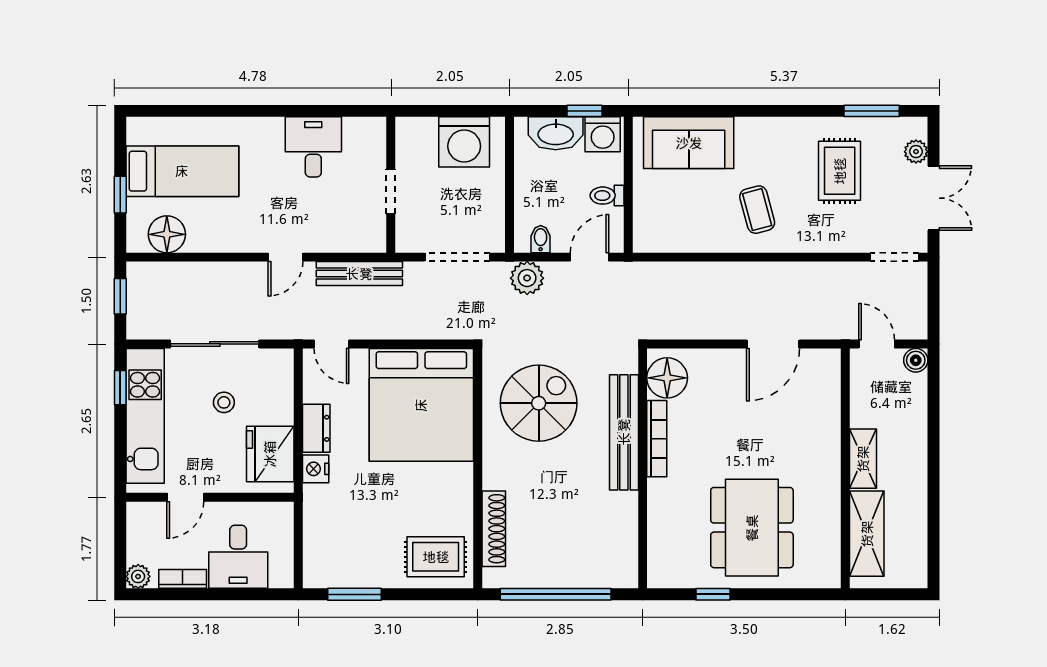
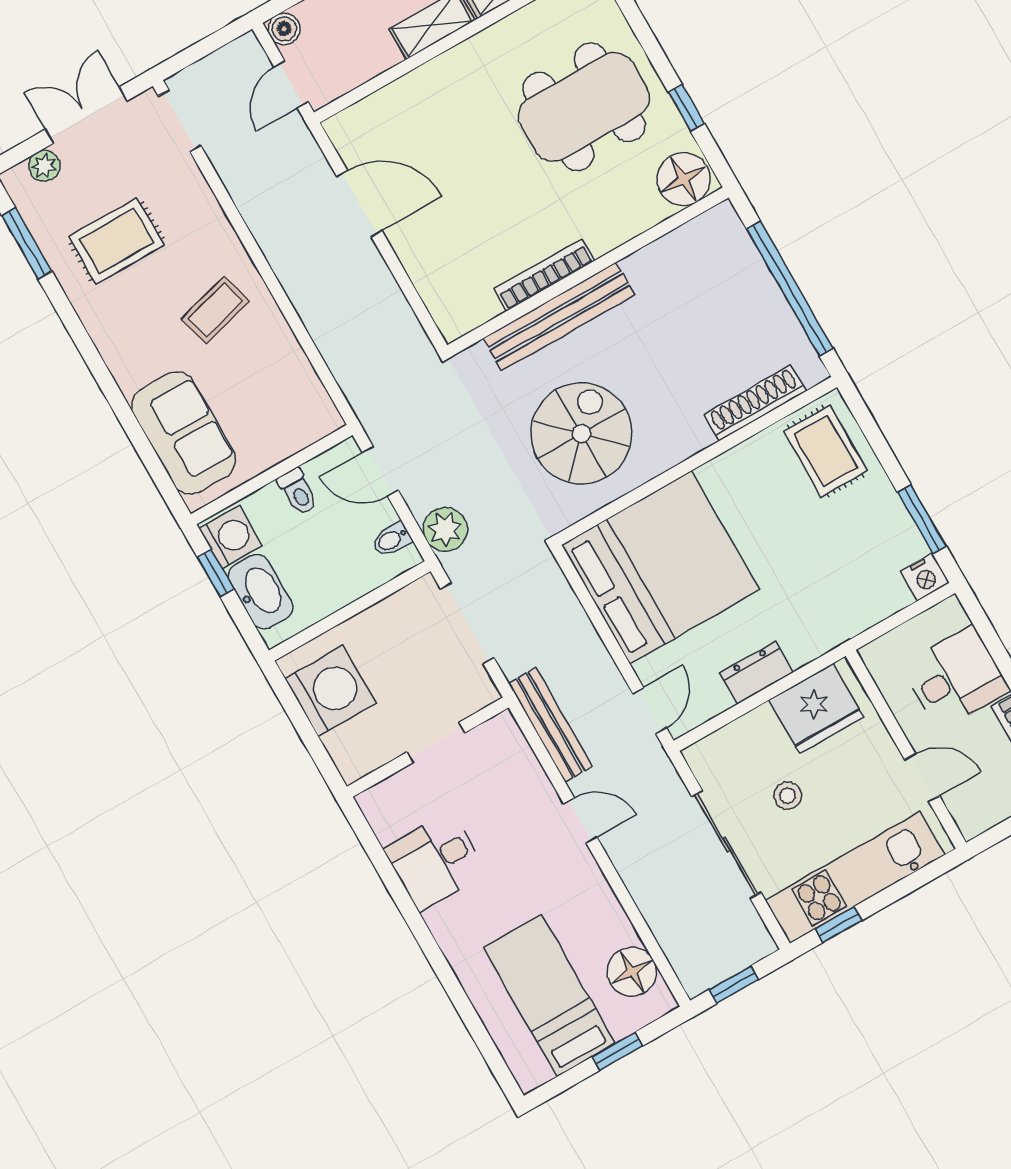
floor lamp: (667, 378) -> (684, 179), moved
spiral stairs: (539, 403) -> (581, 434), turned 90
nightstand: (316, 469) -> (925, 577), moved

